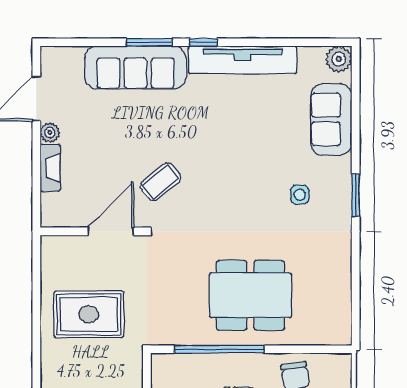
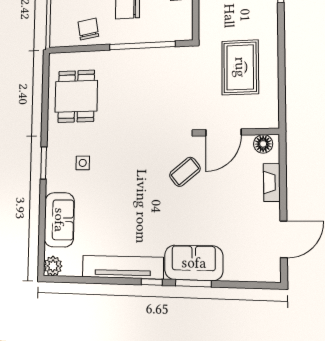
sofa: (136, 68) -> (194, 263), width x0.73
plant: (50, 133) -> (272, 211), removed
floor lamp: (60, 216) -> (263, 144), added
dining table: (250, 295) -> (76, 96), moved, width x0.73
rug: (89, 314) -> (240, 67), turned 90

